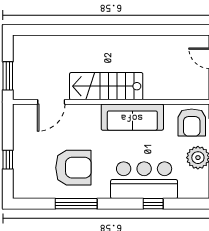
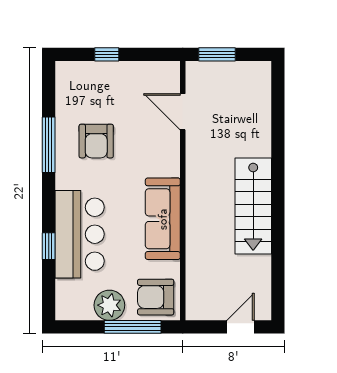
stairs: (106, 86) -> (253, 206), moved, turned 180
armchair: (73, 168) -> (96, 141), width x0.73, depth x0.73

